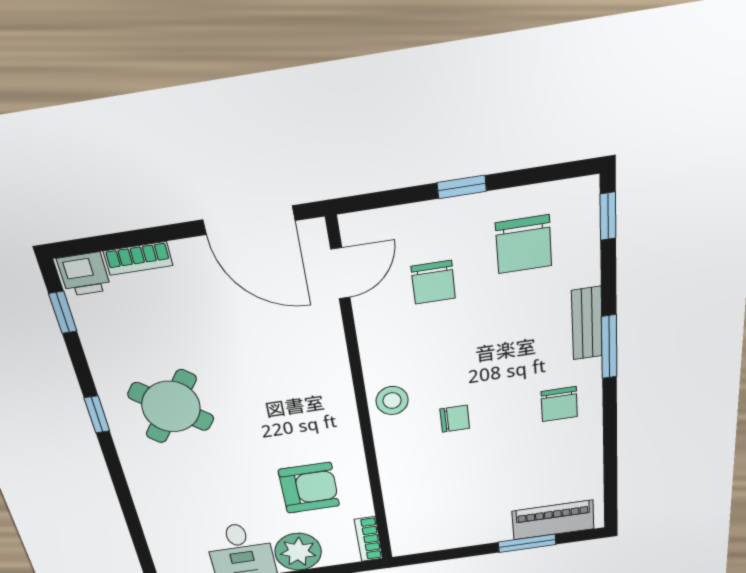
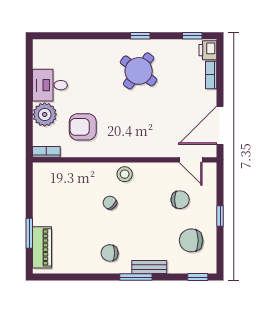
chair: (433, 282) -> (180, 200), turned 180
chair: (455, 419) -> (110, 203), turned 134
armchair: (309, 488) -> (83, 127), turned 90

